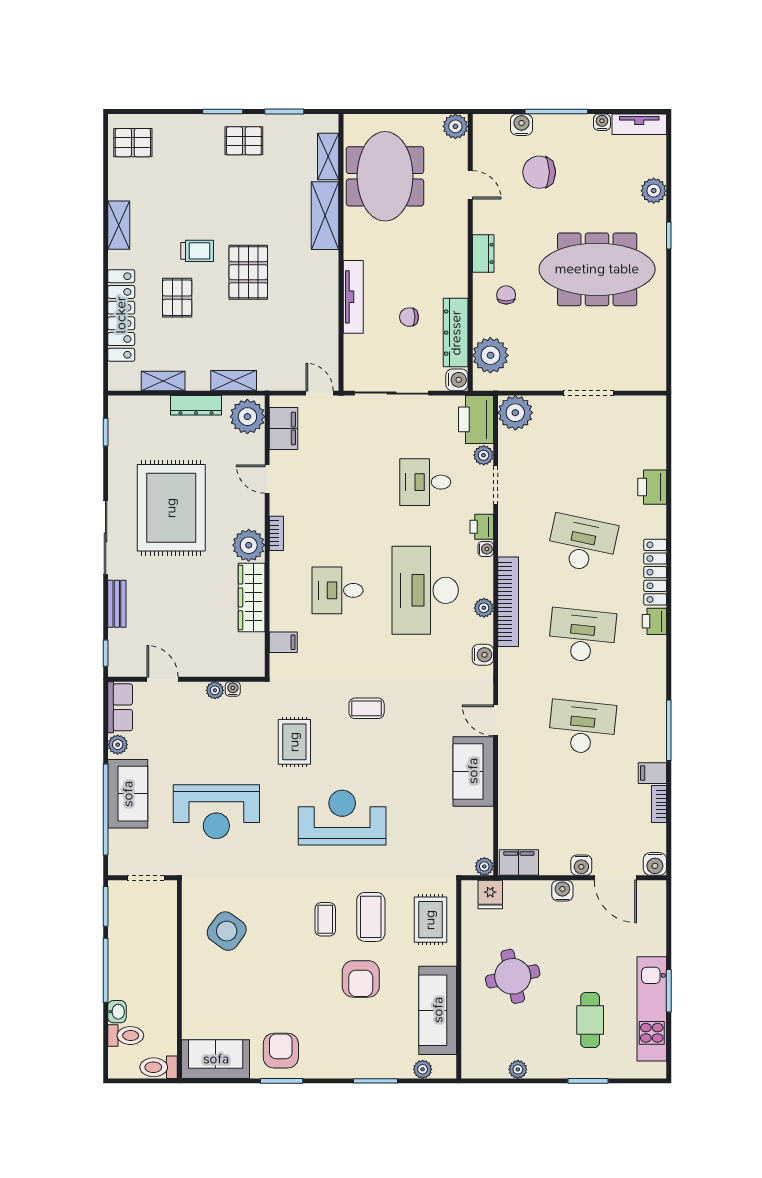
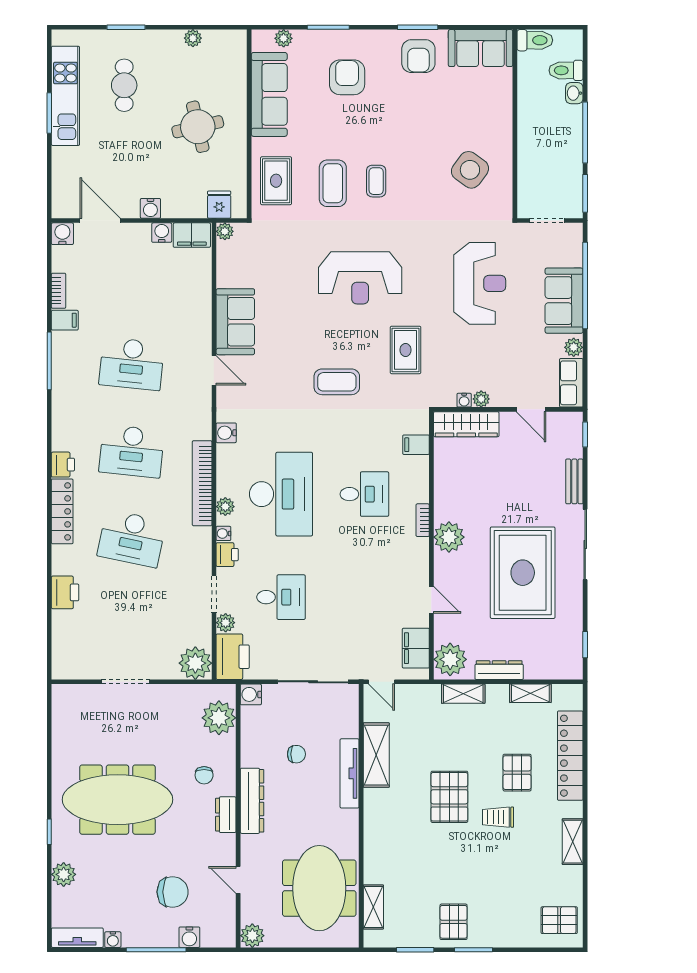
pallet: (244, 141) -> (454, 922), turned 90
shelving: (325, 216) -> (376, 755), moved
dresser: (456, 333) -> (252, 801), moved
bookcase: (276, 533) -> (423, 520), moved
wardrobe: (252, 597) -> (466, 424), moved, turned 90
plant: (484, 608) -> (225, 507), moved
coffee table: (367, 708) -> (337, 382), width x1.36, depth x1.30
reception desk: (216, 812) -> (480, 283), turned 90
water cooler: (581, 865) -> (162, 233), moved
armchair: (361, 979) -> (347, 77), moved

